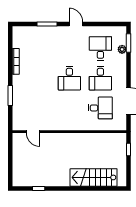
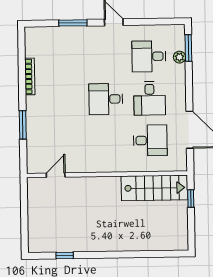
desk: (100, 48) -> (149, 56), turned -90
desk: (69, 78) -> (106, 99), turned 90
door: (33, 132) -> (56, 175), swing flipped
stairs: (94, 177) -> (154, 188), moved, turned 180

